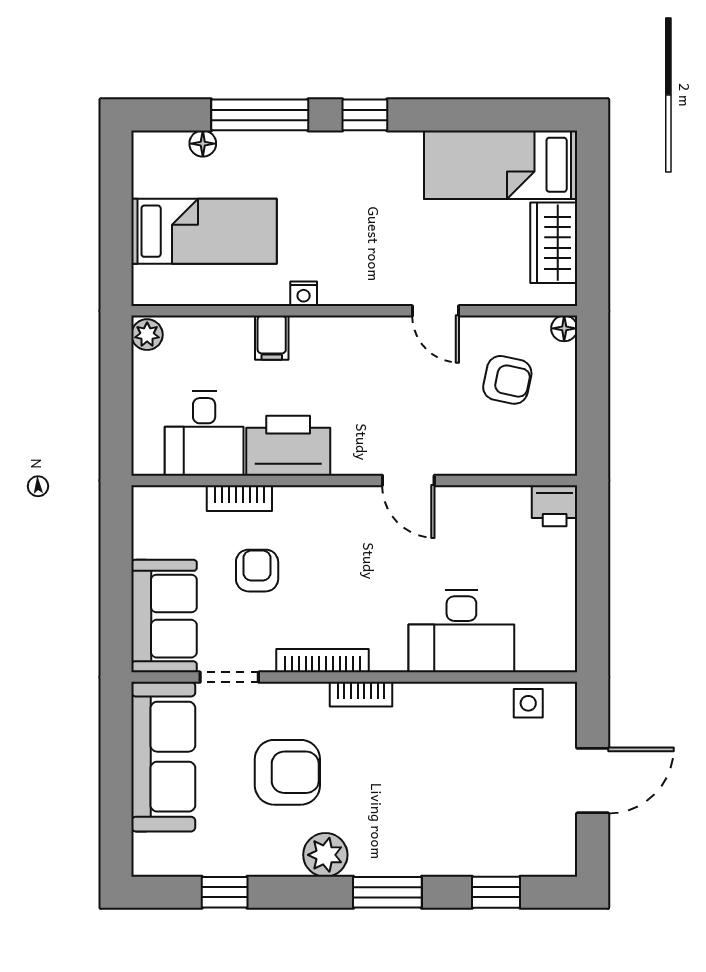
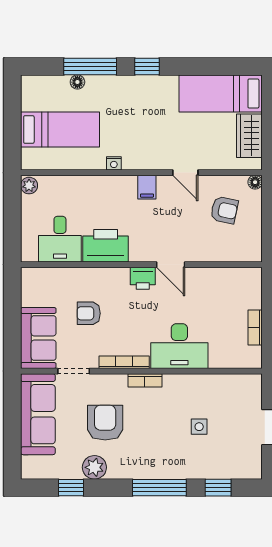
floor lamp: (203, 144) -> (77, 82), moved
filing cabinet: (272, 338) -> (147, 187), moved
bookcase: (239, 498) -> (255, 328), moved, turned 90
printer: (555, 506) -> (143, 278), moved
armchair: (257, 571) -> (89, 313), turned -90
desk: (461, 631) -> (179, 346), moved
side table: (528, 703) -> (199, 427), moved
armchair: (287, 772) -> (105, 423), turned -90
plant: (325, 855) -> (94, 467), moved
window: (387, 892) -> (159, 488), width x1.44

